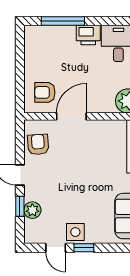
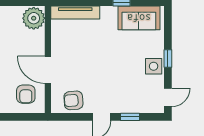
plant: (32, 210) -> (134, 106), removed
door: (56, 248) -> (168, 97), moved

